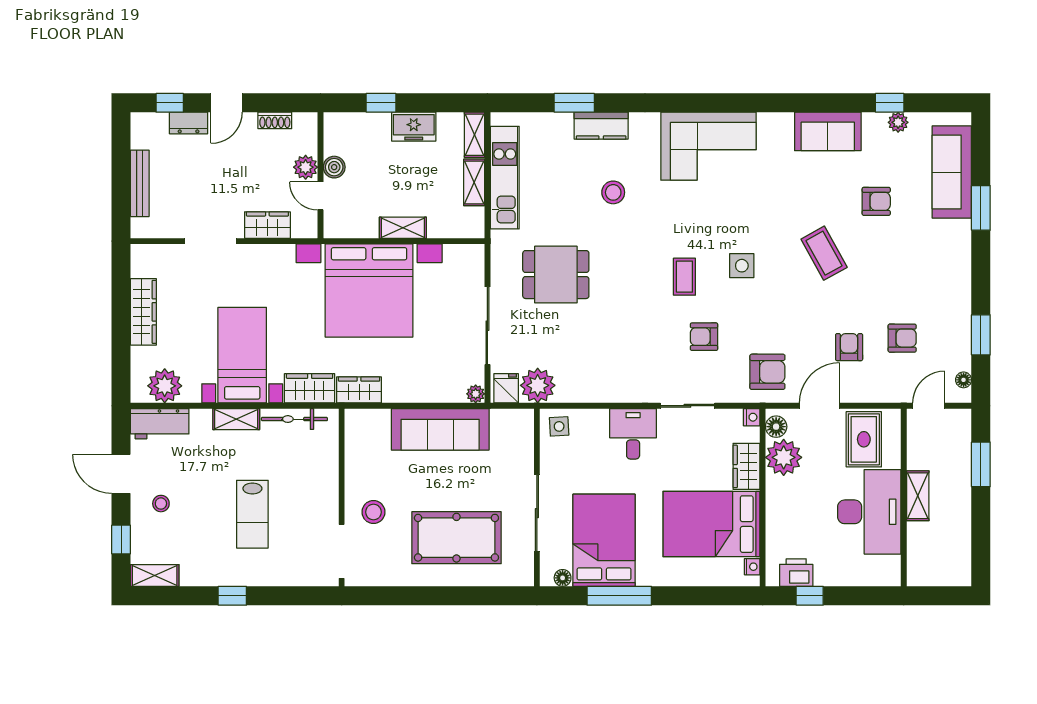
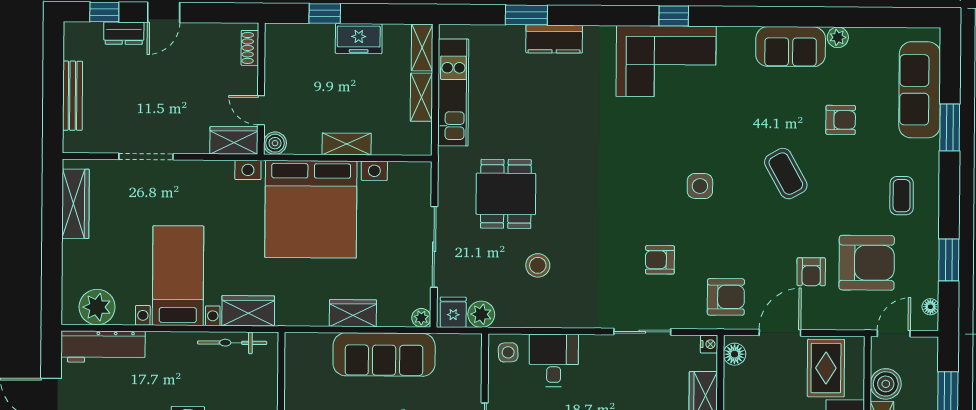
window: (890, 103) -> (674, 16), moved
shoe rack: (275, 120) -> (250, 48), moved, turned 90
plant: (898, 122) -> (838, 37), moved
plant: (306, 167) -> (246, 80), removed
boiler: (334, 167) -> (275, 143), moved
stool: (613, 192) -> (538, 265), moved
wardrobe: (267, 225) -> (234, 140), moved
dining table: (556, 275) -> (506, 194), turned 90
coffee table: (684, 277) -> (902, 196), moved
wardrobe: (143, 312) -> (75, 204), moved
armchair: (902, 338) -> (867, 263), width x1.88, depth x1.88
armchair: (849, 347) -> (811, 272), turned 180
plant: (538, 385) -> (481, 314), width x0.73, depth x0.73
wardrobe: (359, 390) -> (353, 313), moved
shelving: (236, 419) -> (171, 342), removed
workbench: (160, 424) -> (103, 347), width x1.38
desk: (633, 434) -> (554, 360), moved
boiler: (921, 454) -> (886, 384), added
plant: (784, 457) -> (742, 386), removed

